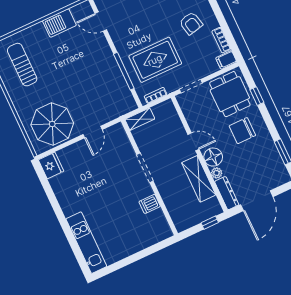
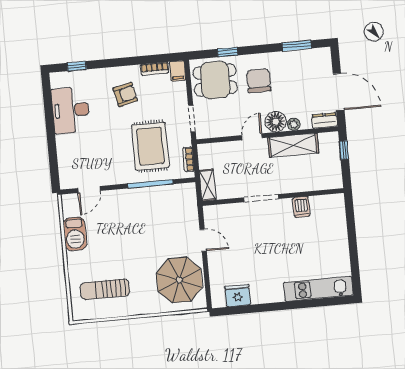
chair: (242, 131) -> (259, 81), turned 180
fridge: (51, 165) -> (238, 296), moved
dresser: (227, 193) -> (325, 120), width x0.70

